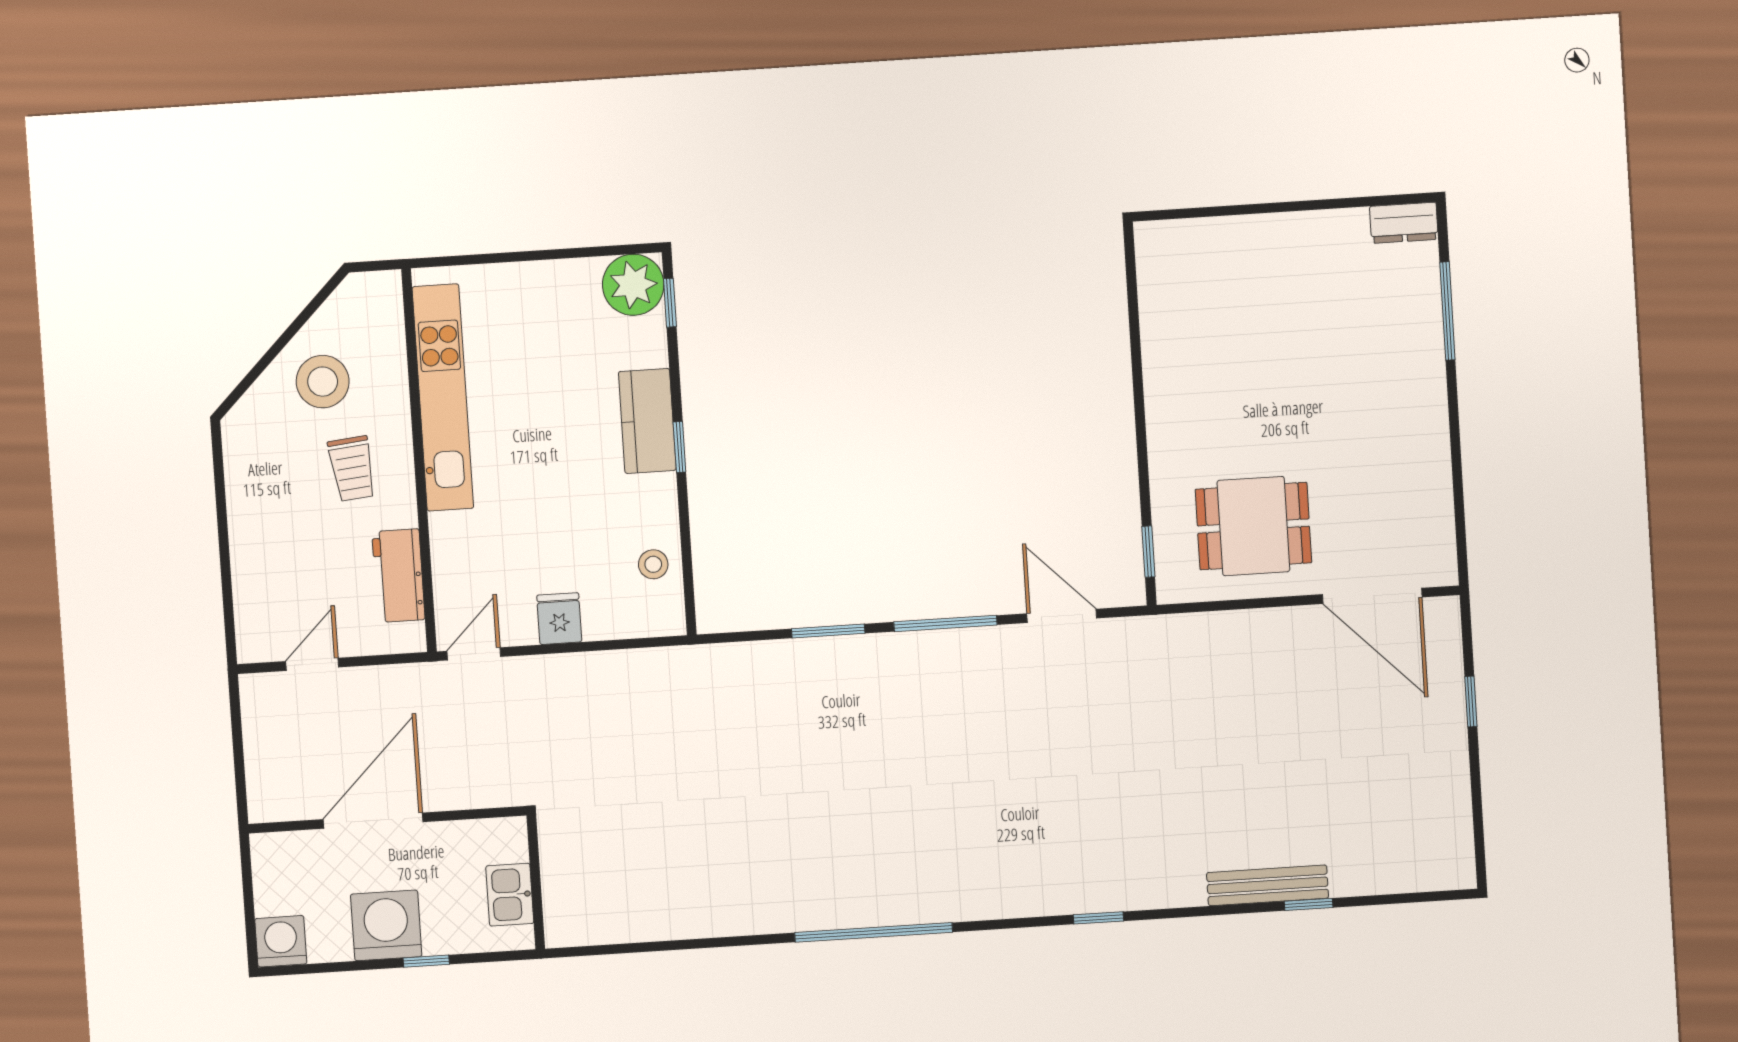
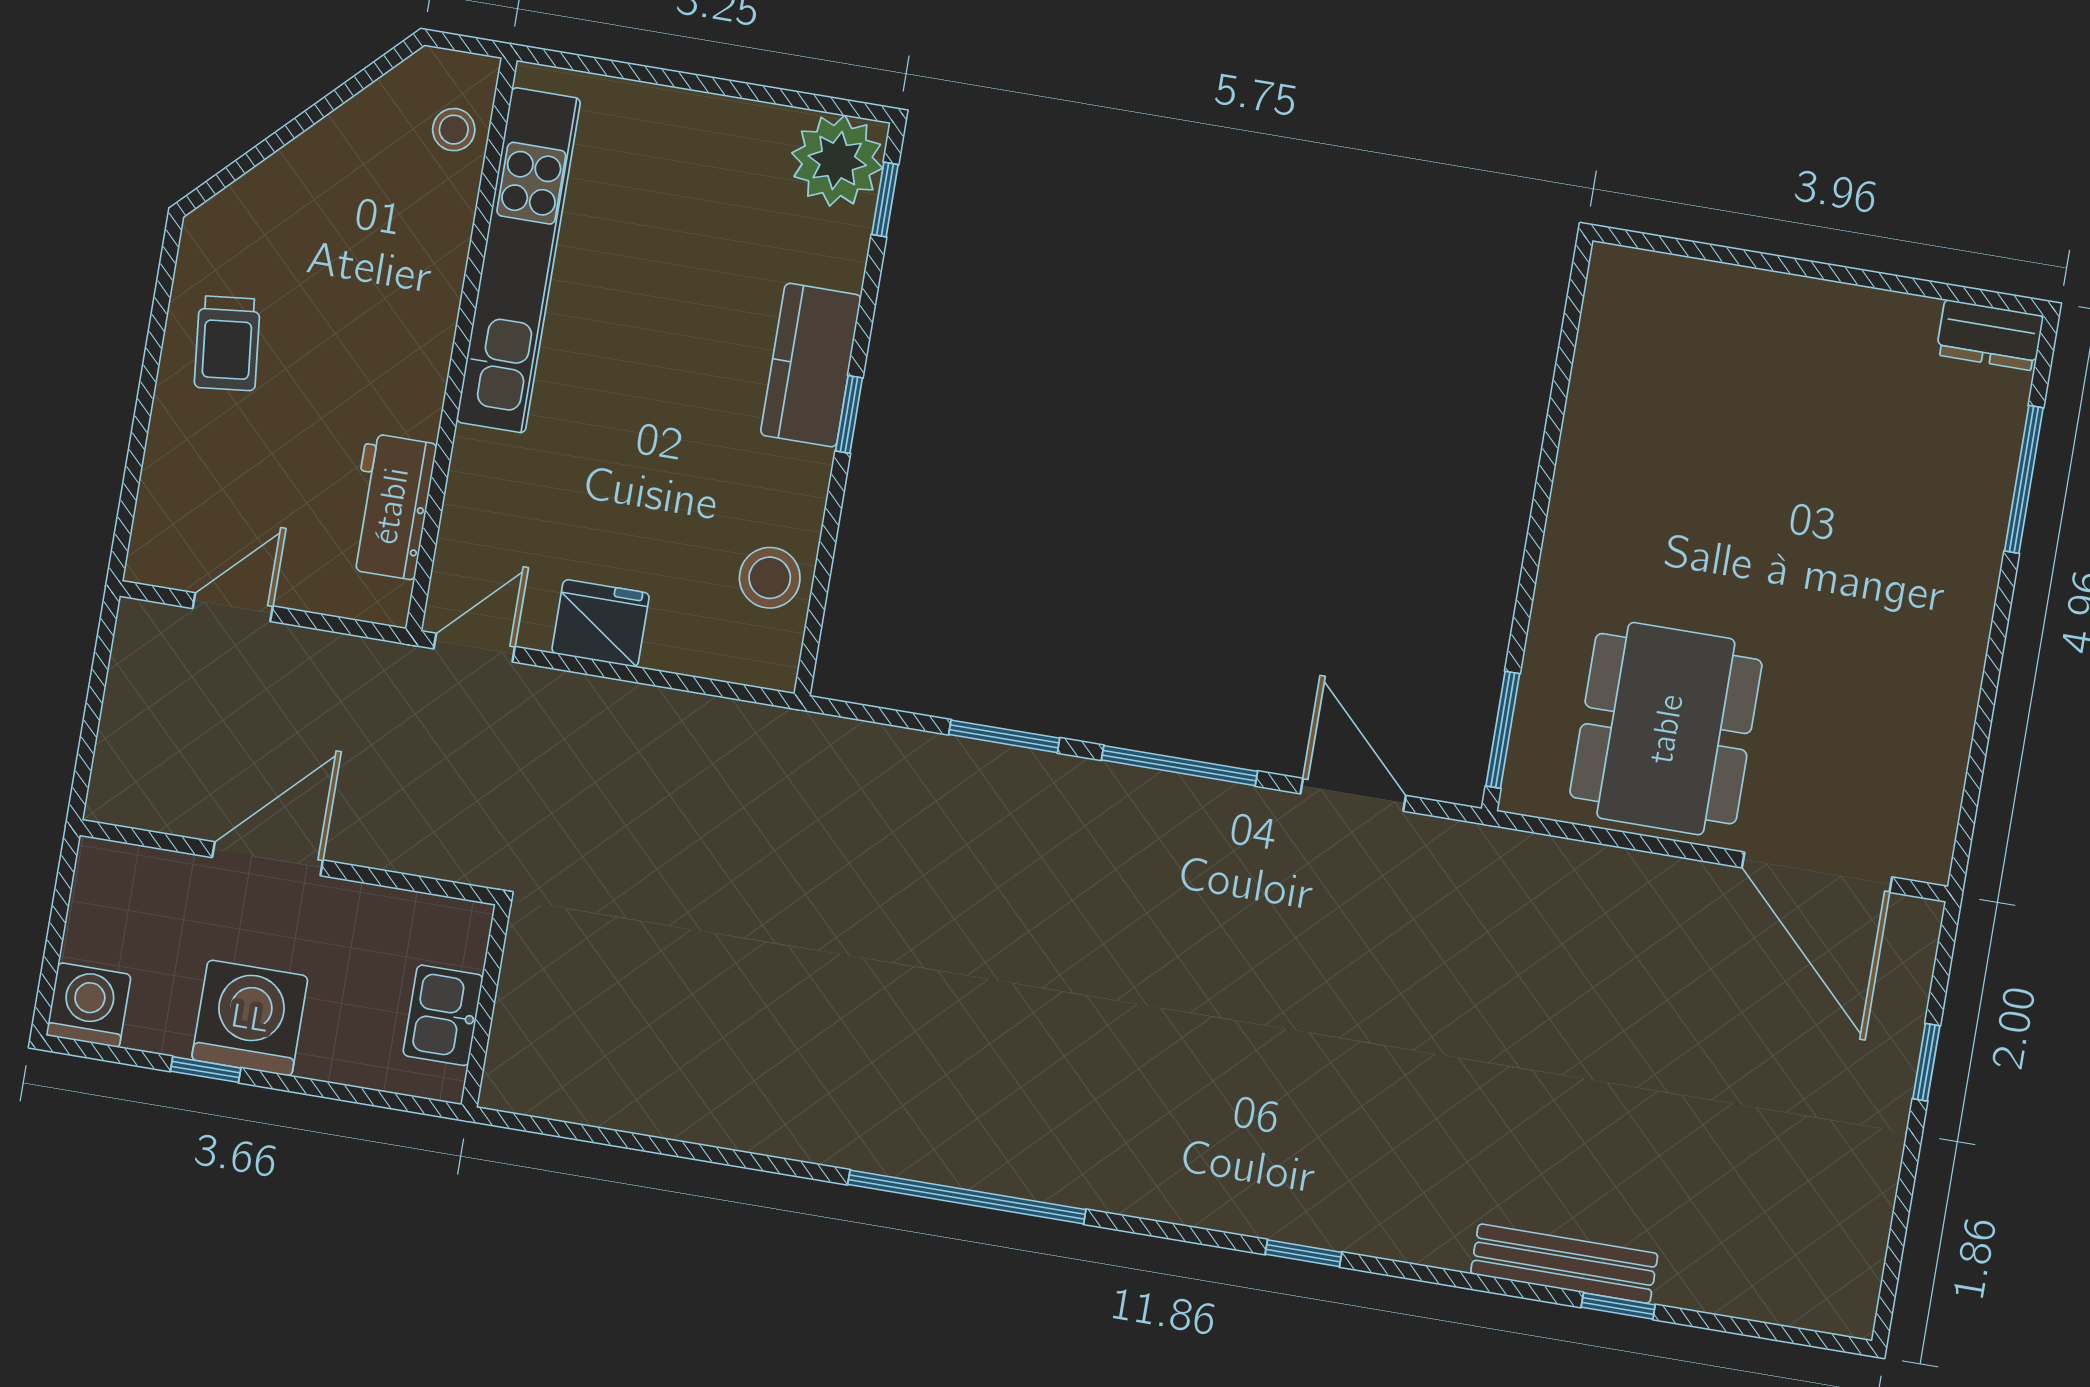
stool: (323, 382) -> (454, 130), moved, width x0.53, depth x0.53
trolley: (352, 469) -> (227, 343), moved
dining table: (1253, 526) -> (1666, 729), width x1.38
window: (1148, 552) -> (1503, 730), width x1.50
stool: (653, 564) -> (770, 578), width x1.37, depth x1.37
fridge: (559, 619) -> (601, 623), width x1.38
door: (373, 821) -> (268, 859), width x0.73
window: (426, 961) -> (206, 1070), moved

